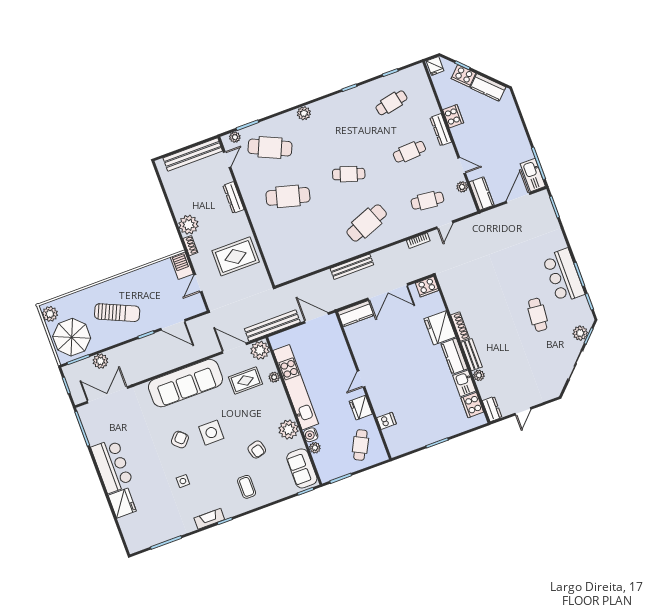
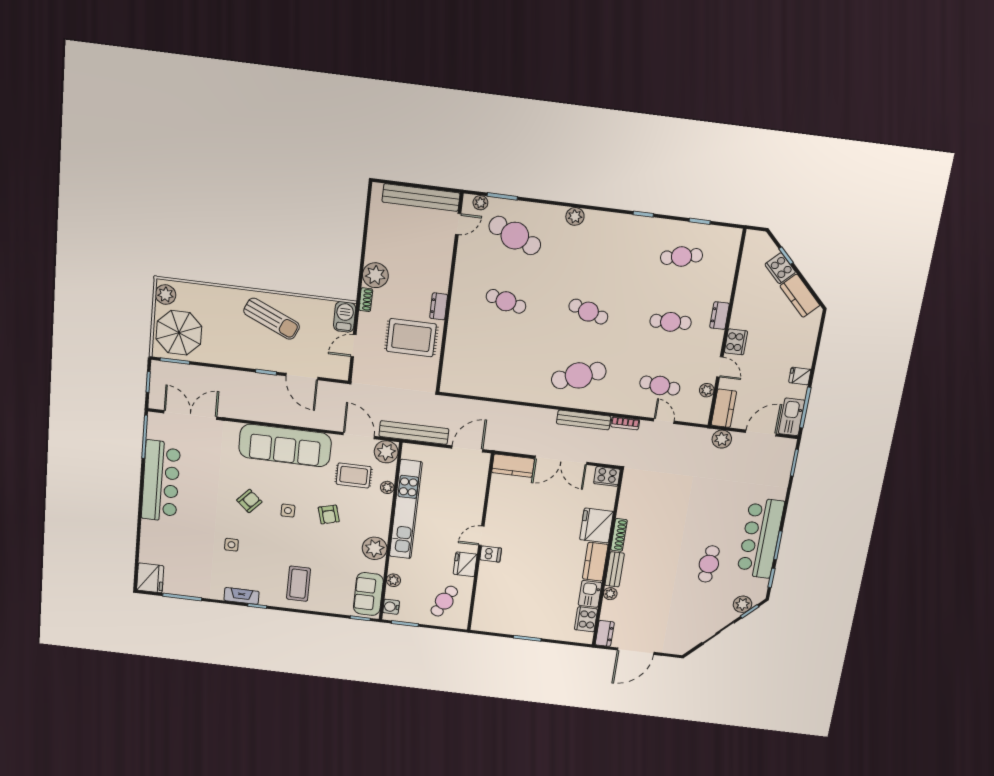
fridge: (435, 66) -> (800, 376), moved, turned 90
cooker: (453, 116) -> (736, 342), moved
dresser: (441, 130) -> (720, 316), width x0.70
cafe table: (288, 196) -> (506, 301), width x0.73, depth x0.74
dresser: (233, 198) -> (439, 306), moved, width x0.70
door: (445, 225) -> (664, 421), swing flipped
bench: (352, 267) -> (584, 420), moved
bar counter: (563, 276) -> (760, 538), width x1.36
sun lounger: (117, 313) -> (272, 319), moved
door: (317, 318) -> (467, 449), hinge flipped
plant: (100, 361) -> (722, 439), moved
door: (523, 411) -> (636, 651), width x1.88
dishwasher: (387, 421) -> (491, 554), moved
side table: (211, 433) -> (288, 511), width x0.54, depth x0.54
water cooler: (311, 435) -> (391, 607), moved
armchair: (257, 449) -> (329, 515), moved
bar counter: (112, 466) -> (161, 481), width x1.36
coffee table: (247, 487) -> (299, 584), width x1.36, depth x1.30
fridge: (122, 503) -> (150, 578), moved

